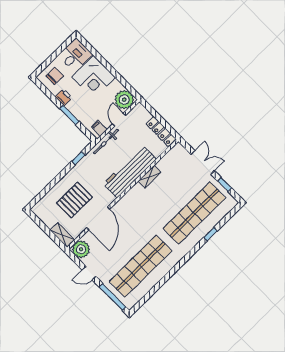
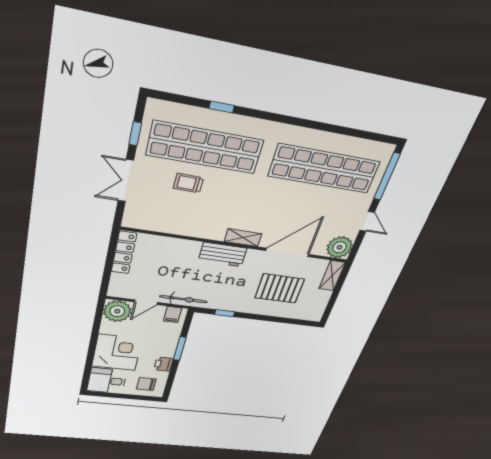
workbench: (130, 172) -> (223, 255), width x0.53, depth x0.76
shelving: (149, 177) -> (243, 238), moved
trolley: (180, 192) -> (188, 183), added

